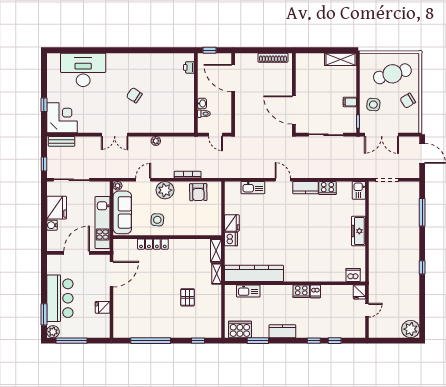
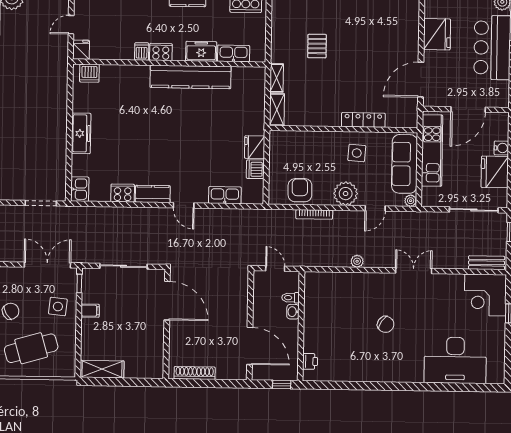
dishwasher: (231, 239) -> (255, 169), moved
kitchen counter: (254, 273) -> (191, 77), moved
freezer: (272, 292) -> (201, 51), added
fridge: (103, 307) -> (437, 34), width x1.88, depth x1.34

